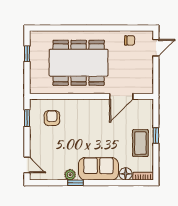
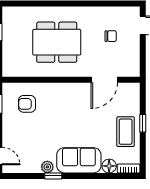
chair: (130, 40) -> (111, 36), moved
dining table: (79, 63) -> (57, 42), width x0.73, depth x0.80
armchair: (52, 118) -> (27, 104), turned -90

